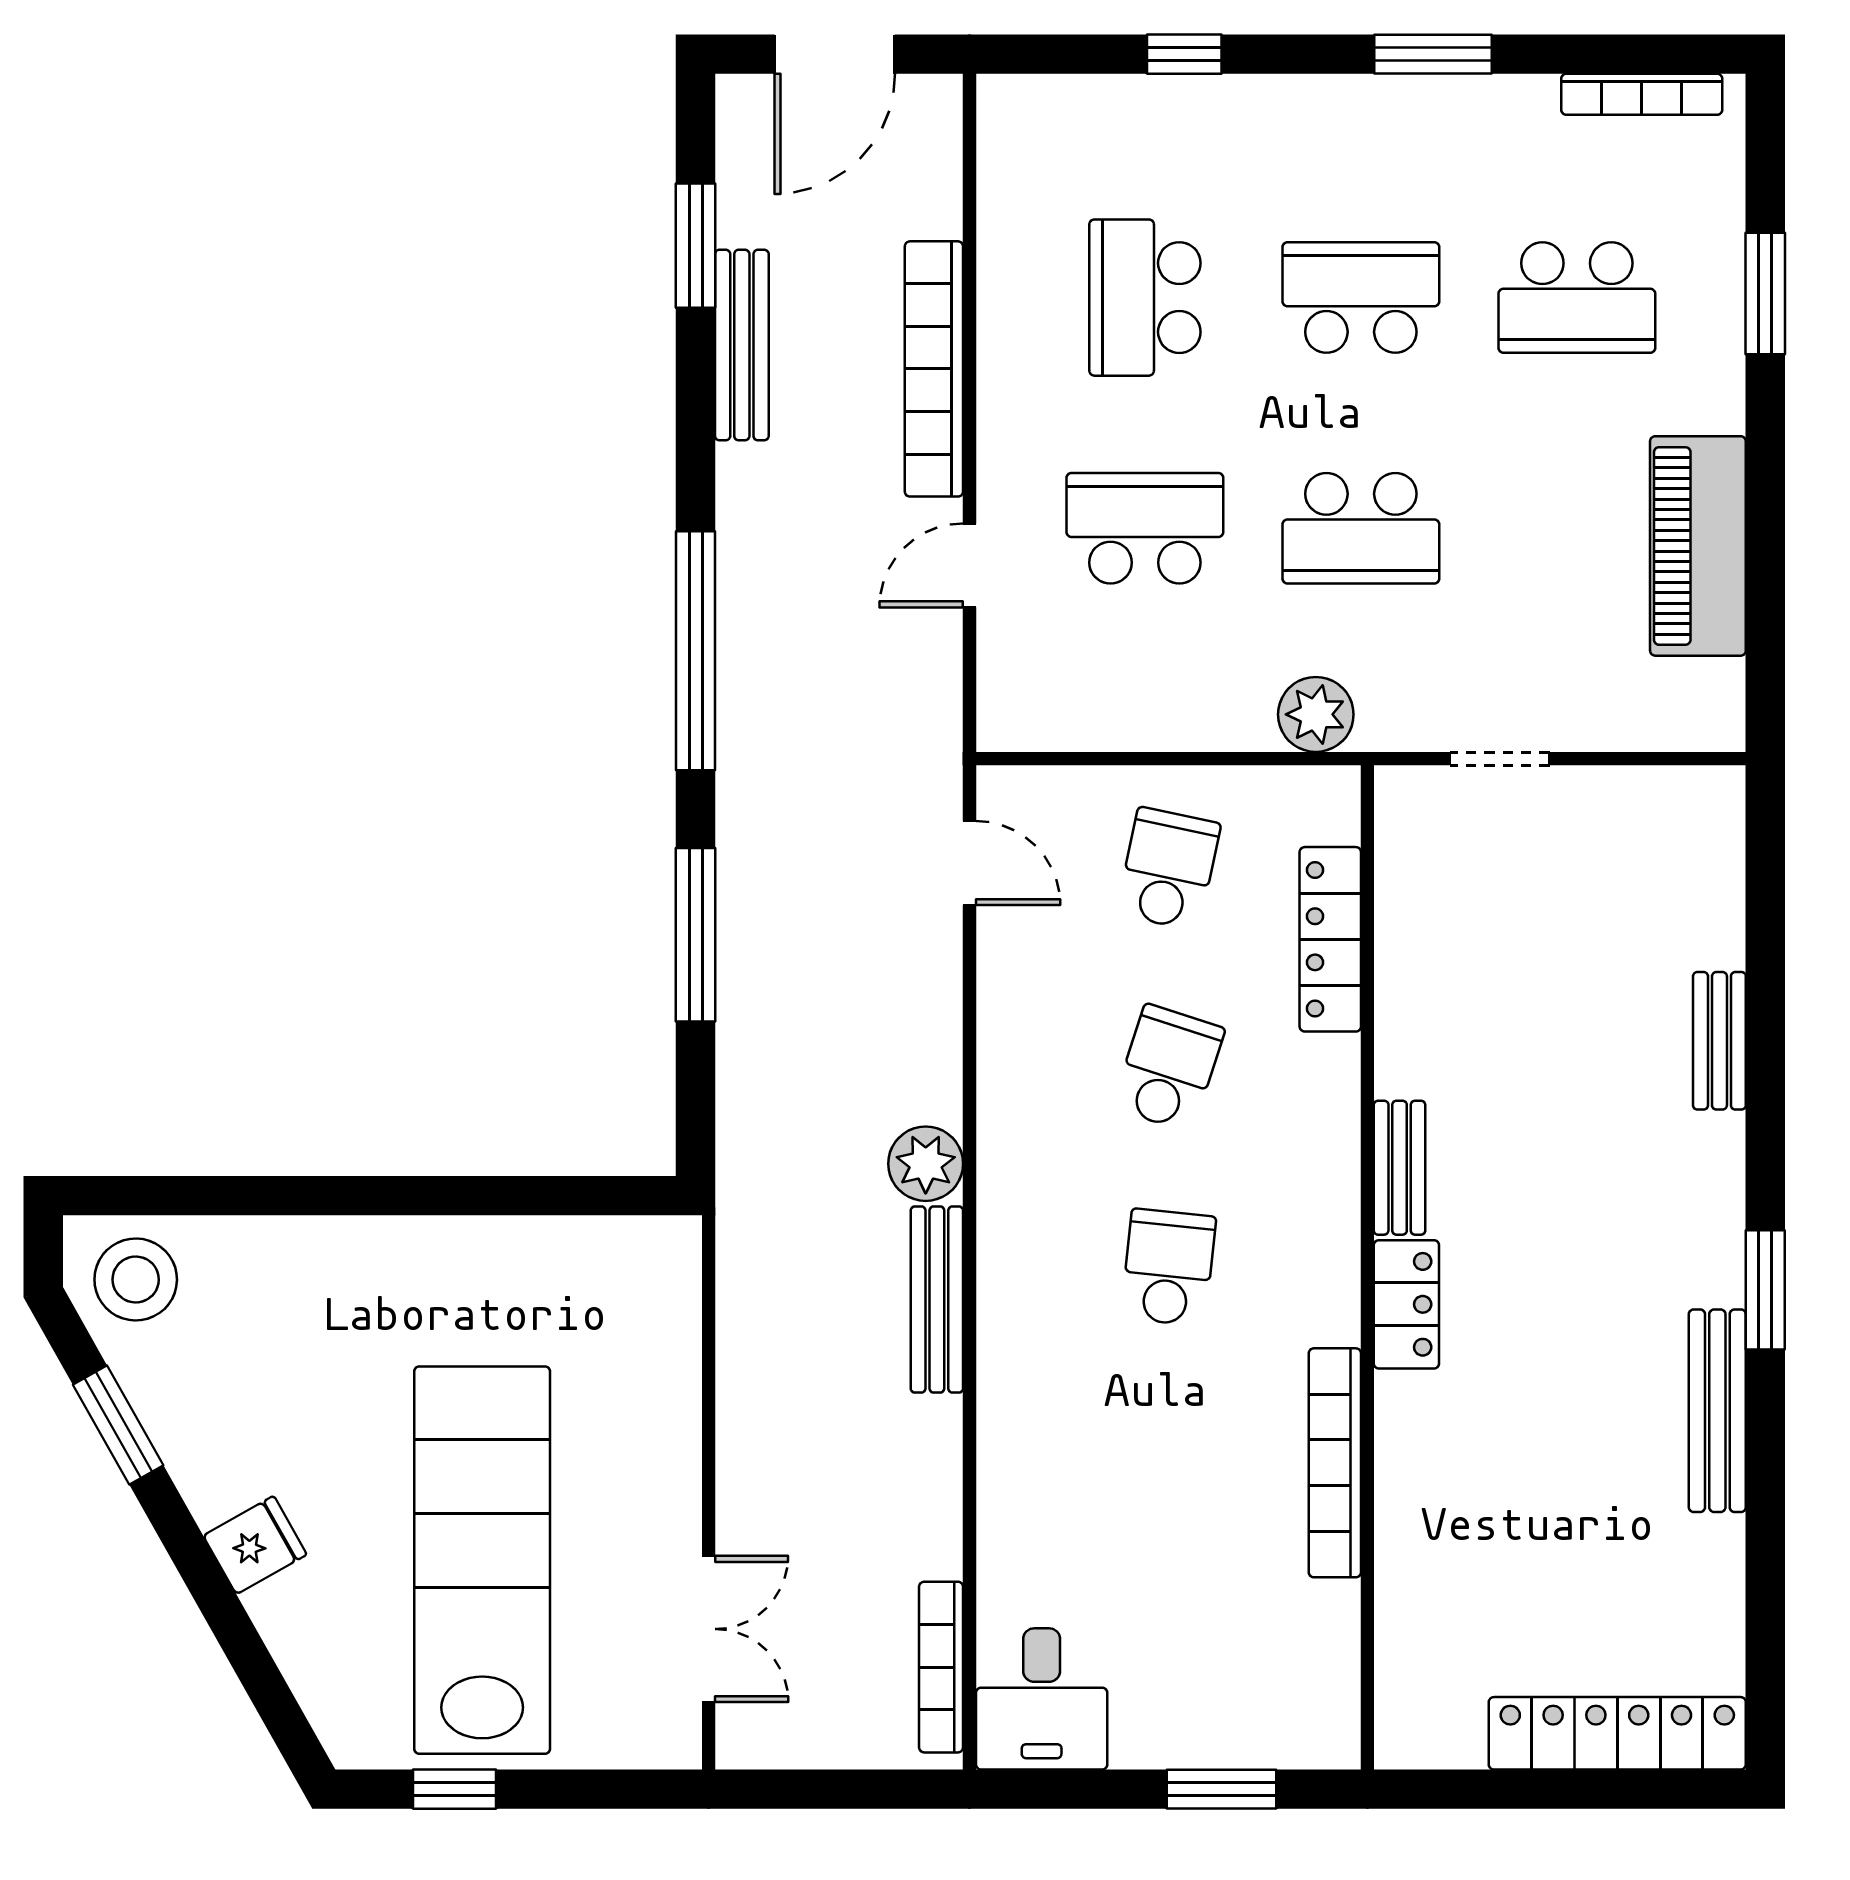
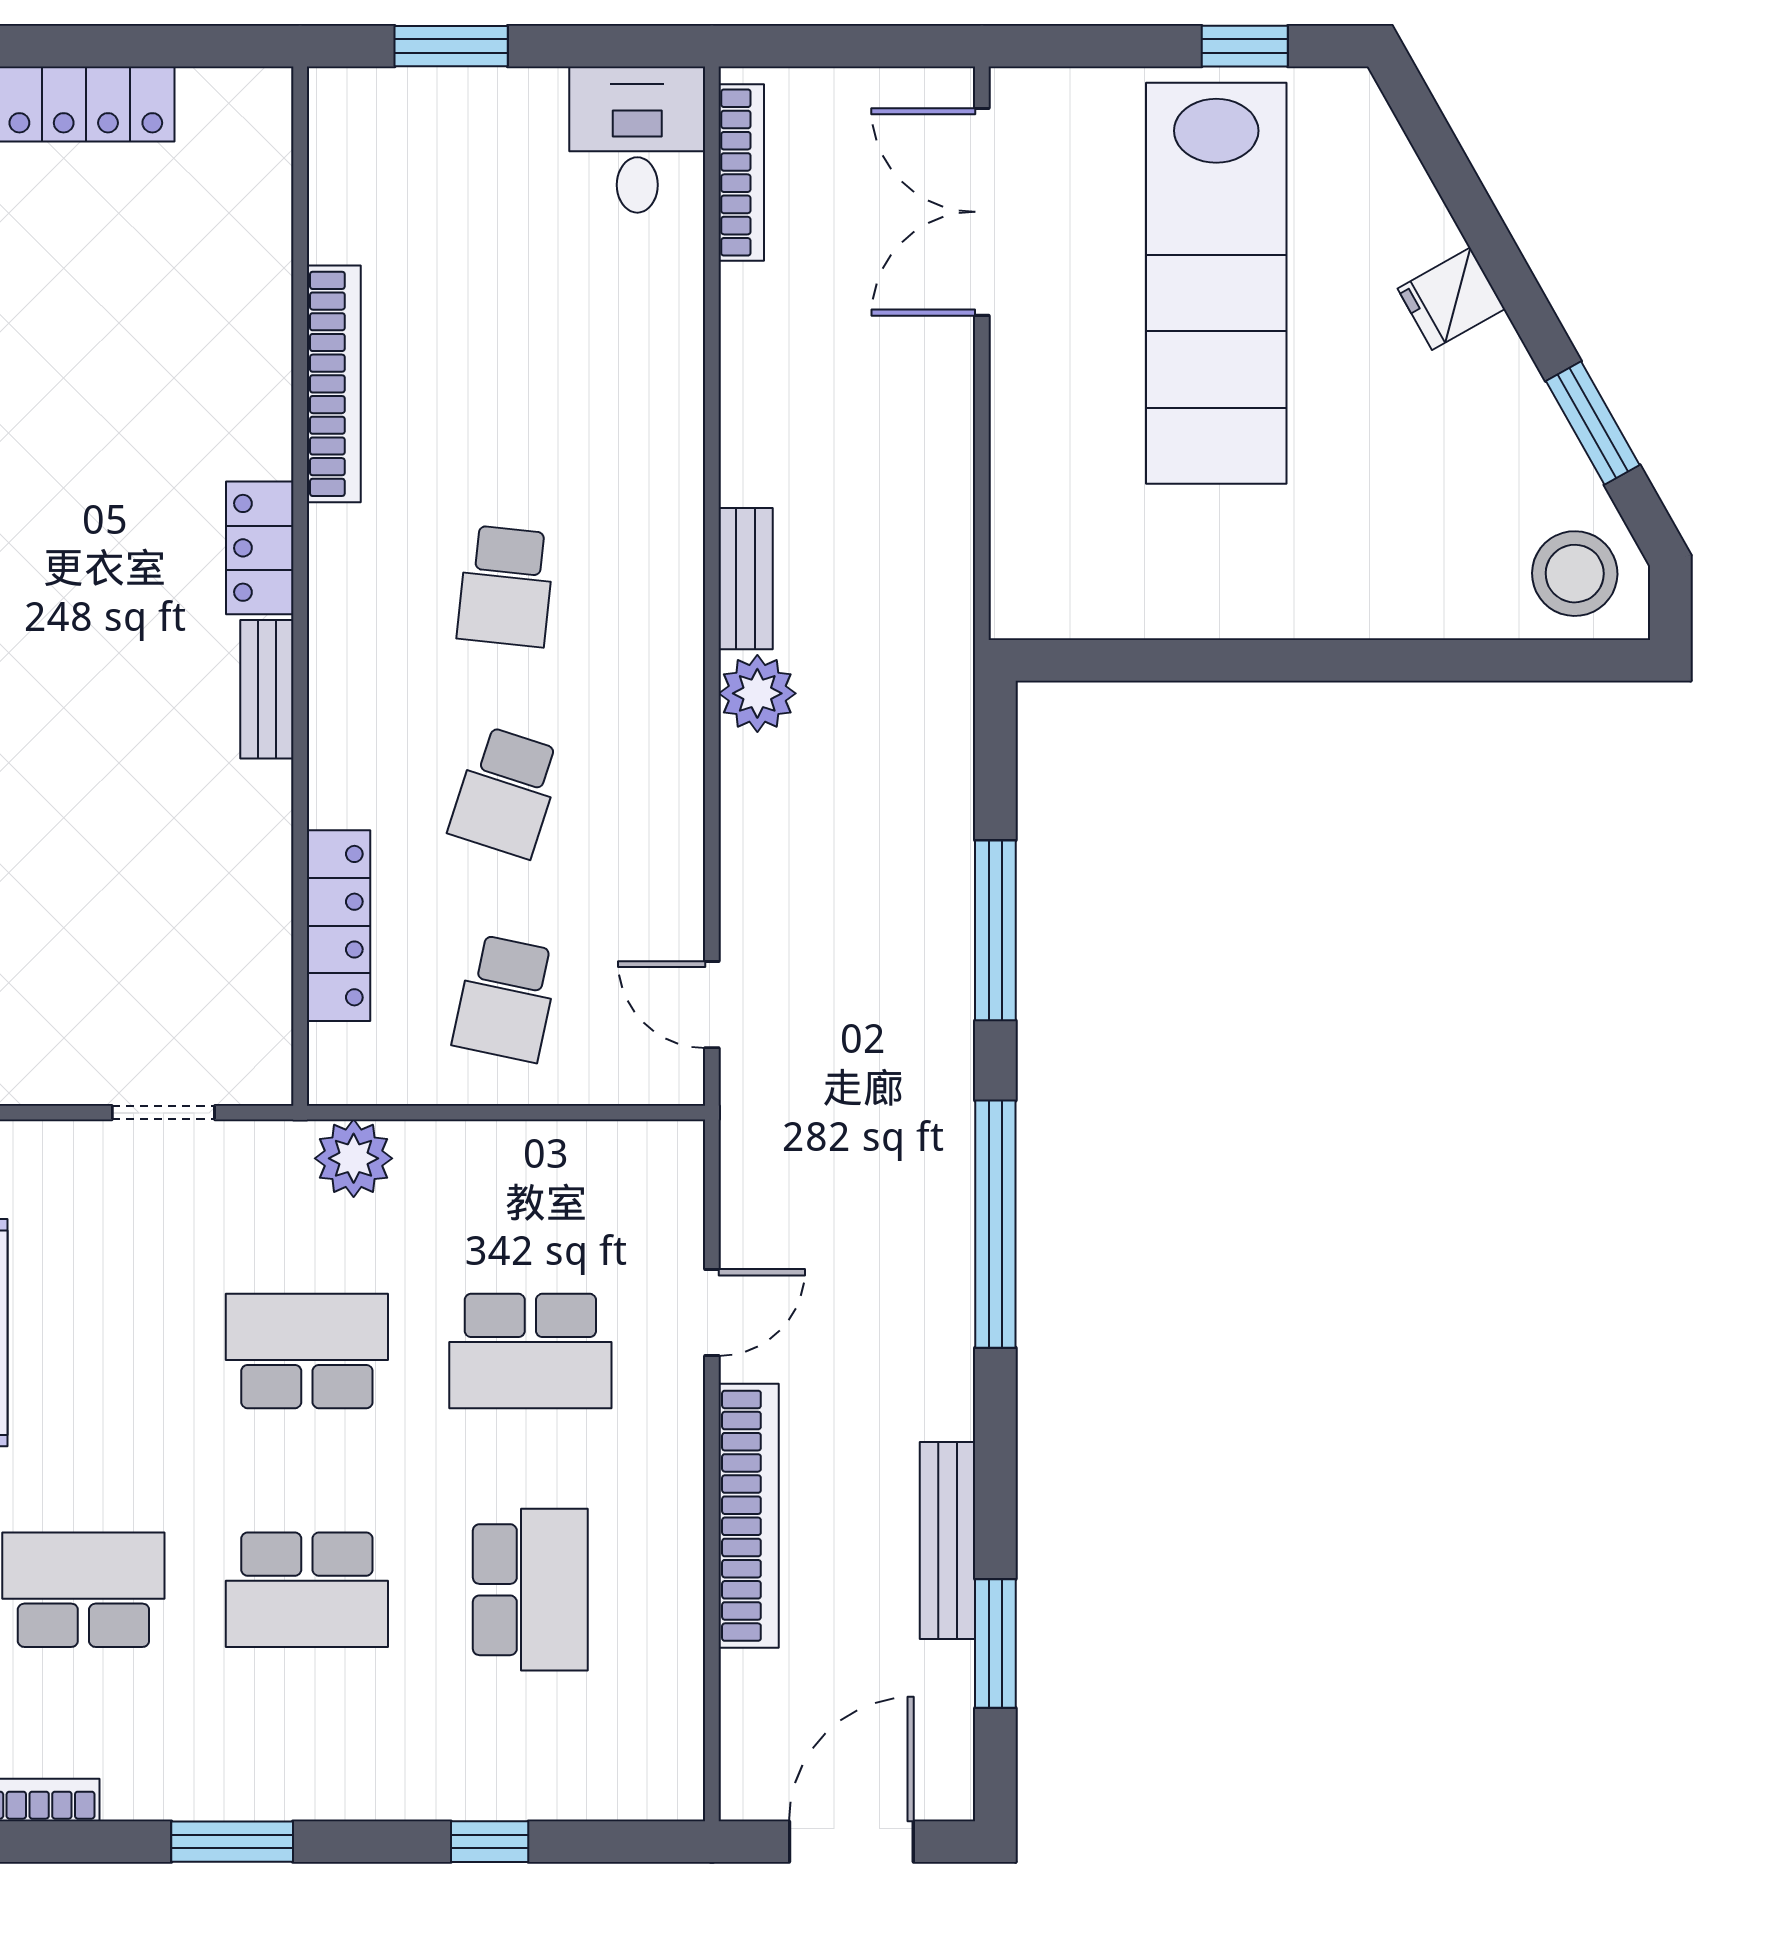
bench: (937, 1299) -> (746, 579), width x0.73
double door: (709, 1629) -> (982, 212), width x1.37

